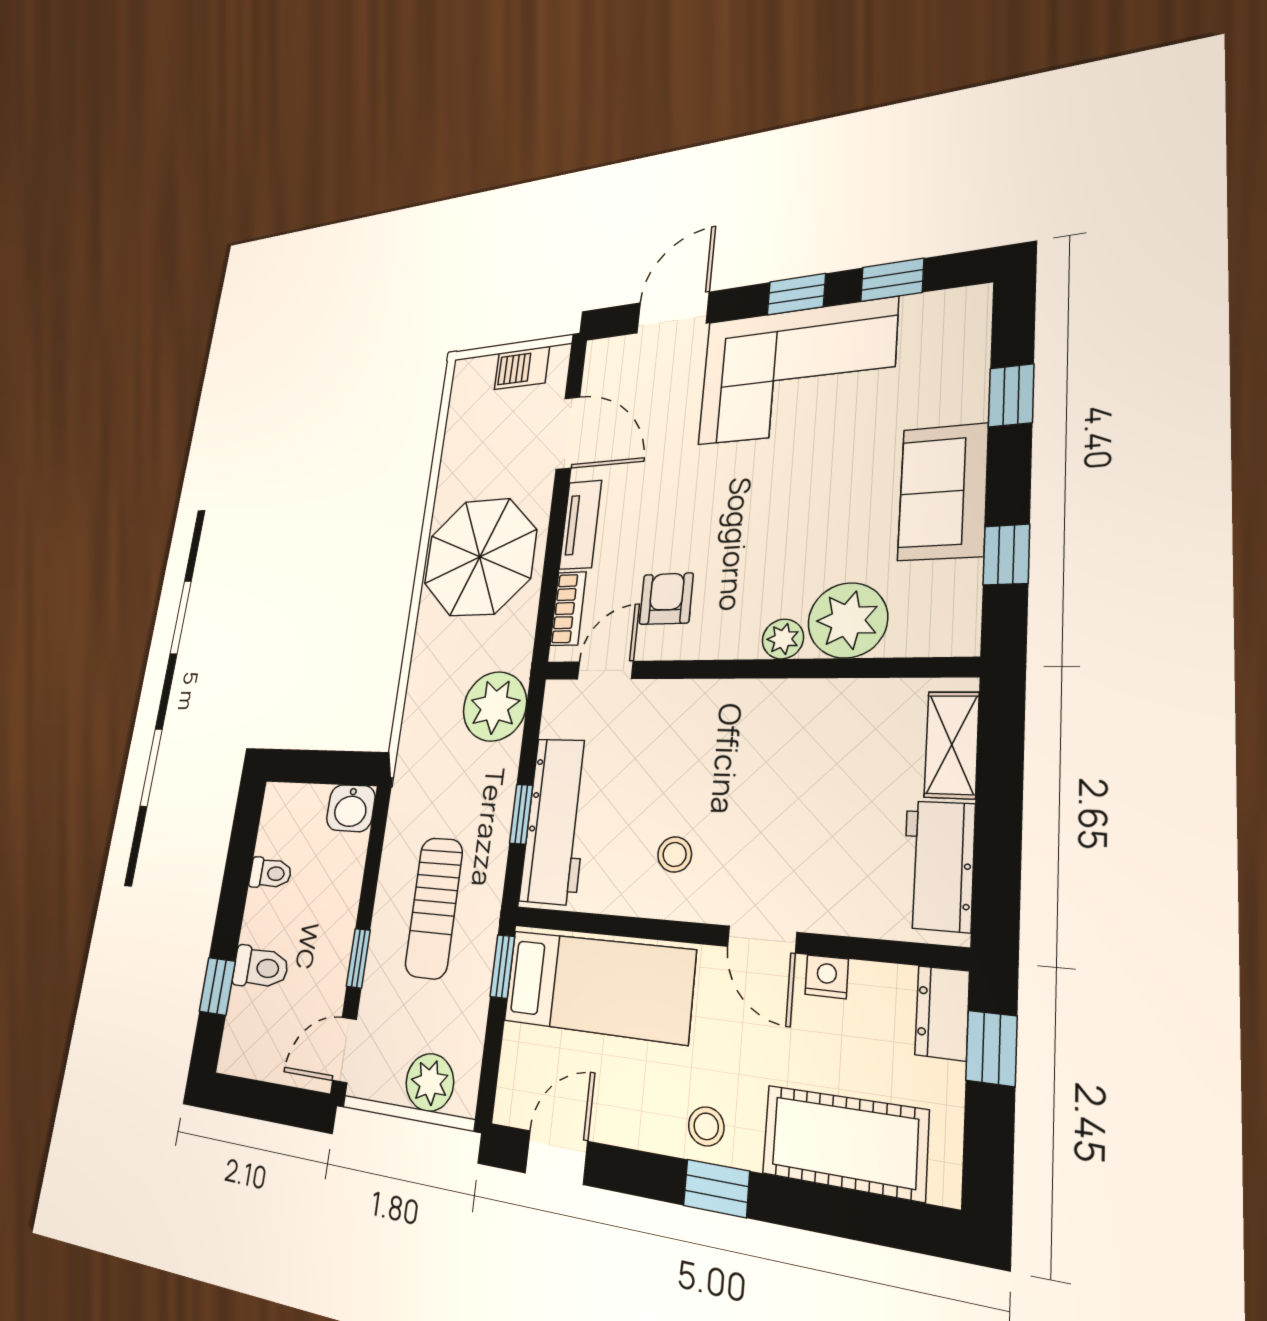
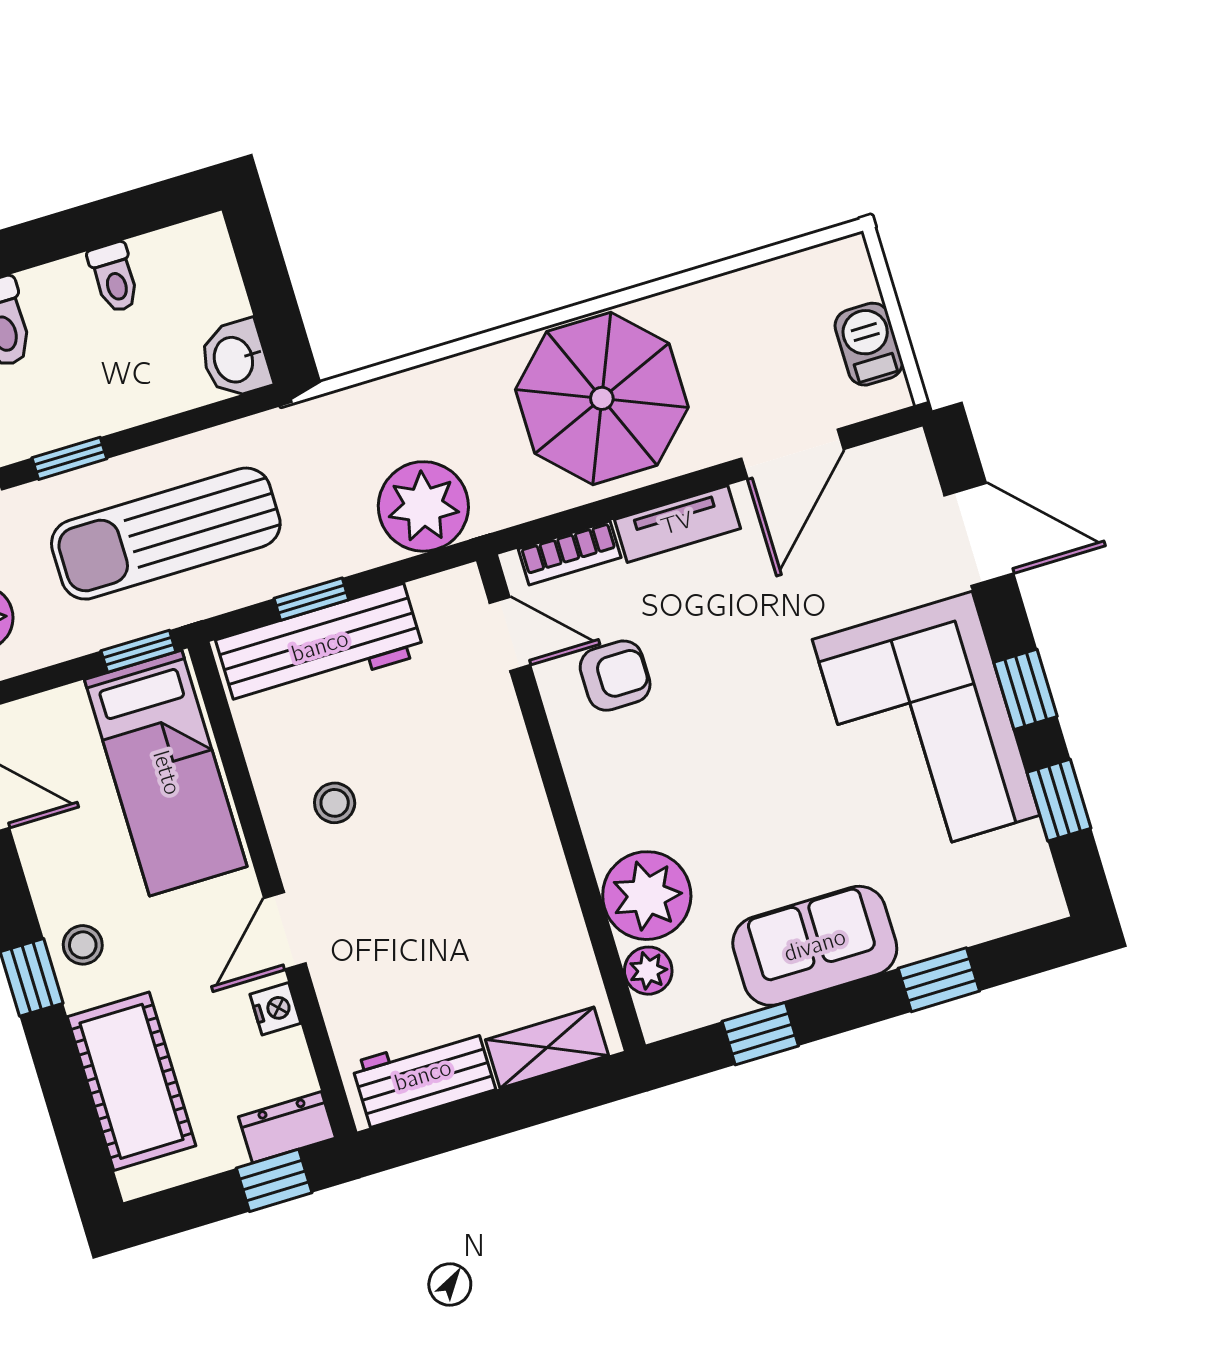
plant: (783, 639) -> (648, 971), moved
sun lounger: (434, 908) -> (166, 534), width x1.36, depth x1.34

